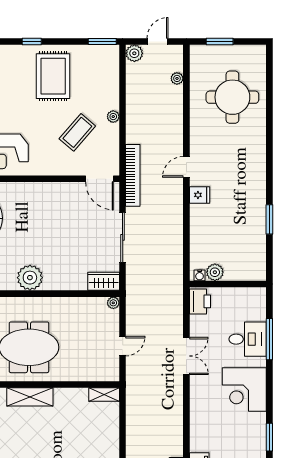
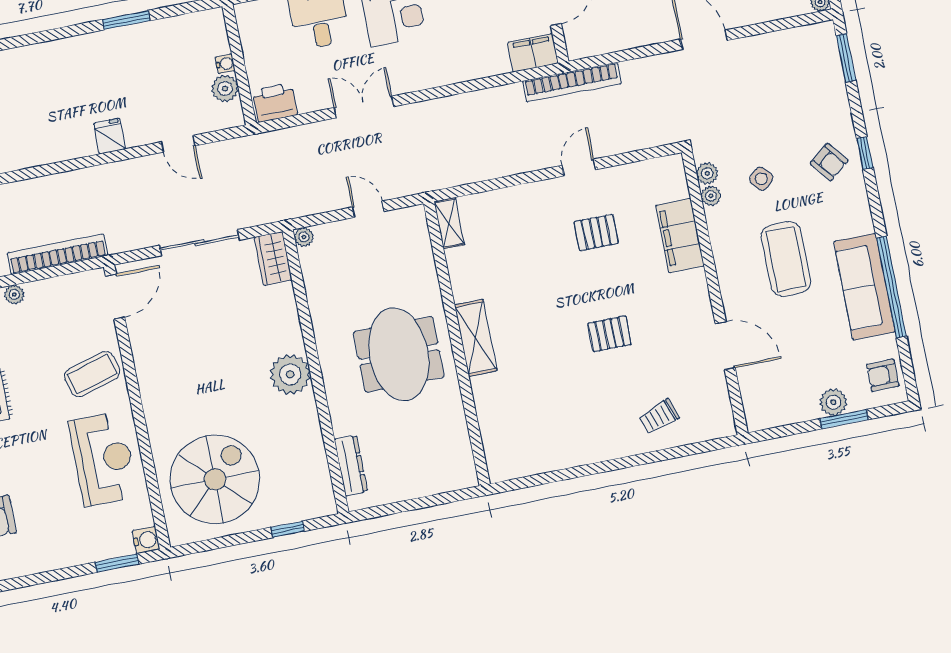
coffee table: (77, 132) -> (92, 374), moved, turned -57
door: (186, 167) -> (178, 144), moved
bookcase: (133, 175) -> (57, 254), moved
water cooler: (200, 275) -> (225, 64), moved

